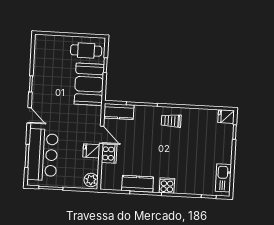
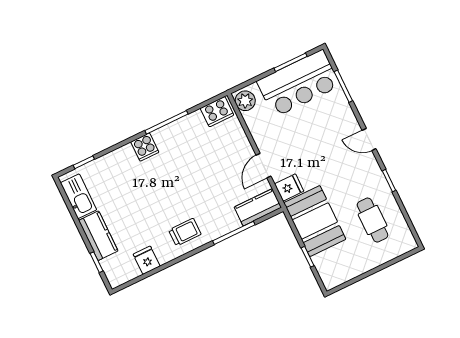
cafe table: (86, 50) -> (373, 220), moved, turned 90
fridge: (226, 117) -> (147, 260), moved, turned -90
door: (102, 135) -> (263, 166), hinge flipped
fridge: (91, 151) -> (289, 187), moved
cooker: (109, 154) -> (217, 112), moved, turned -90
bar counter: (43, 155) -> (299, 83), moved, turned -90
kitchen counter: (138, 184) -> (98, 236), moved, turned -90

